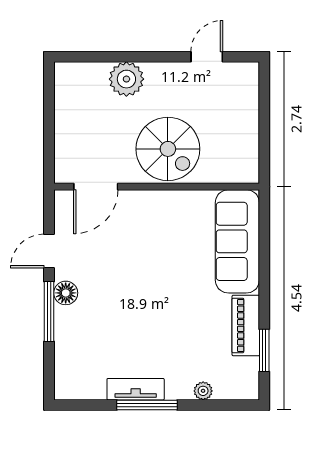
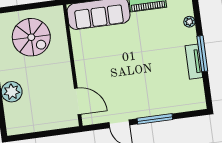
spiral stairs: (168, 149) -> (31, 37), moved, turned 90
floor lamp: (66, 293) -> (143, 111), removed

